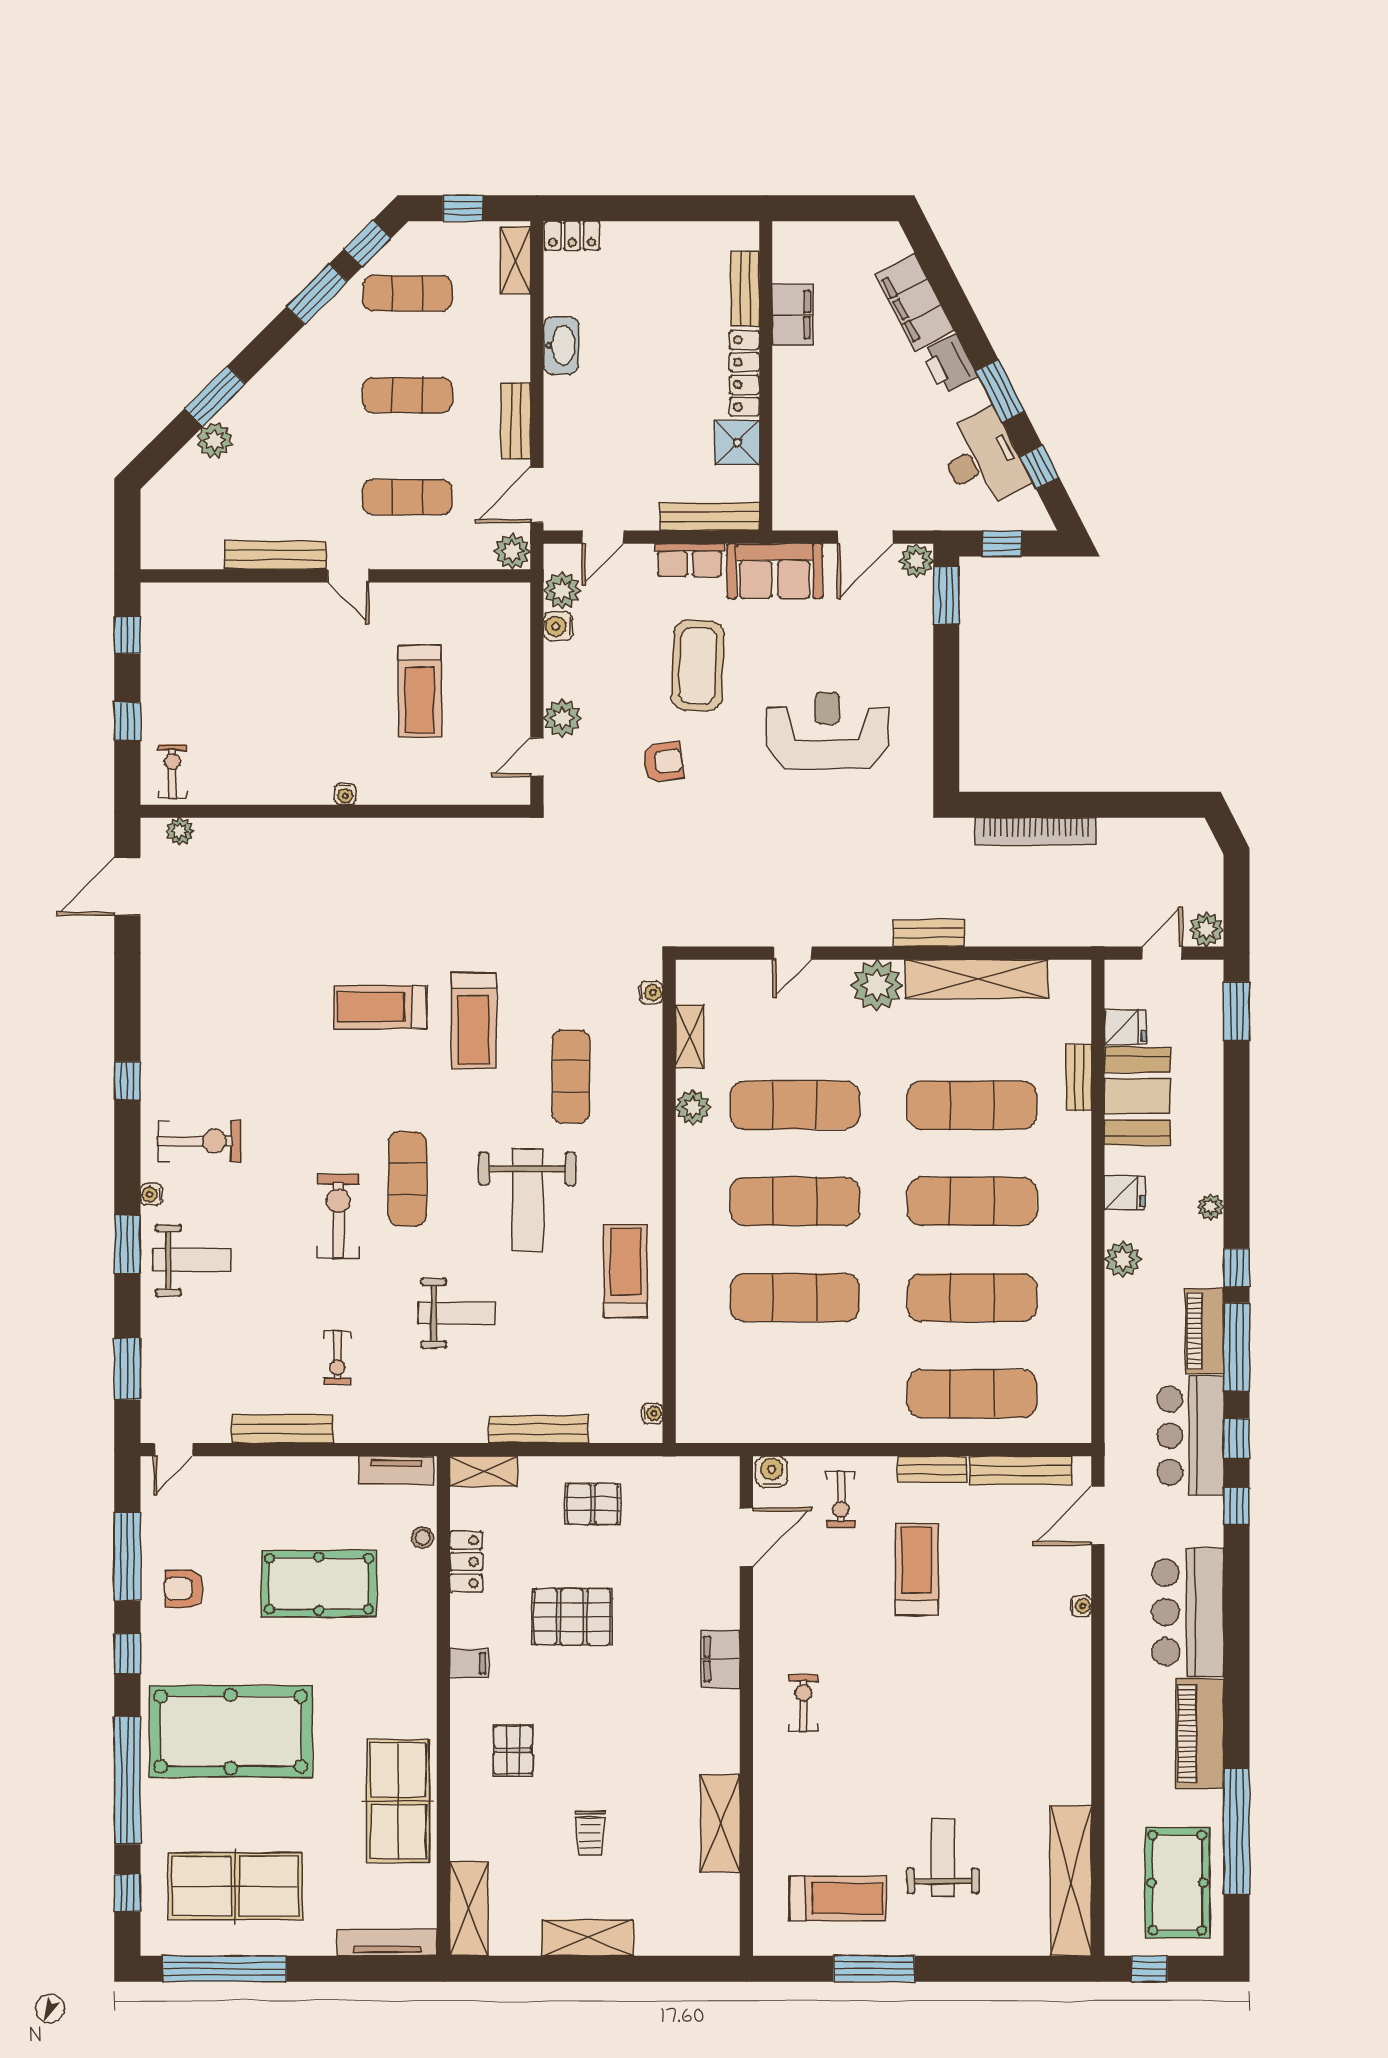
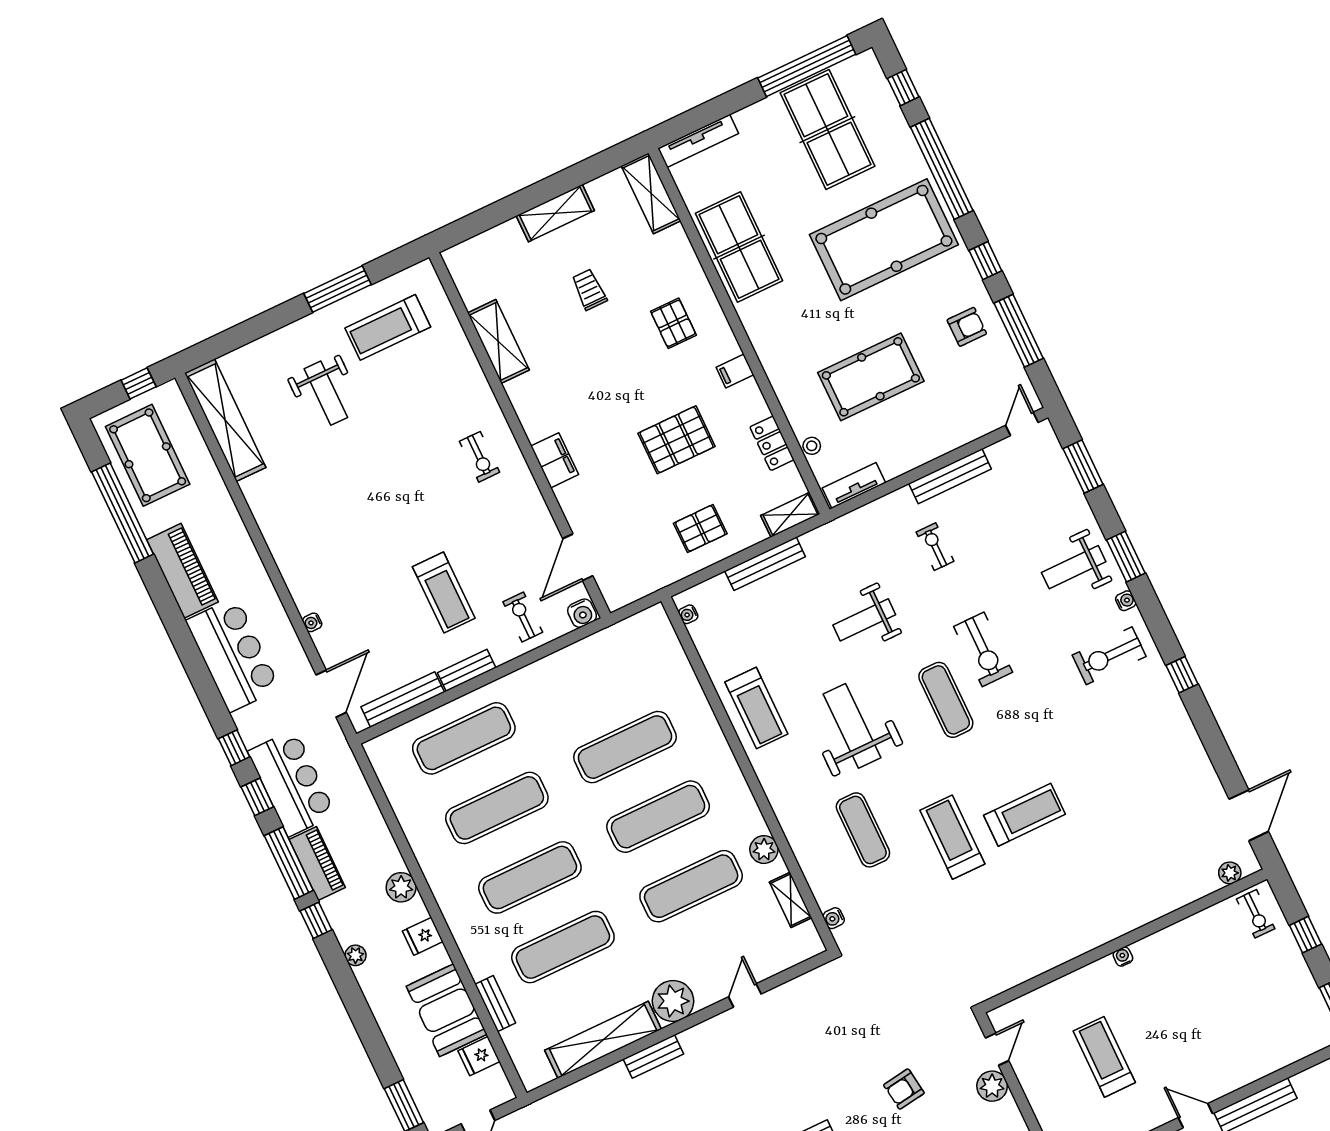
table tennis table: (235, 1886) -> (827, 129), turned 90

